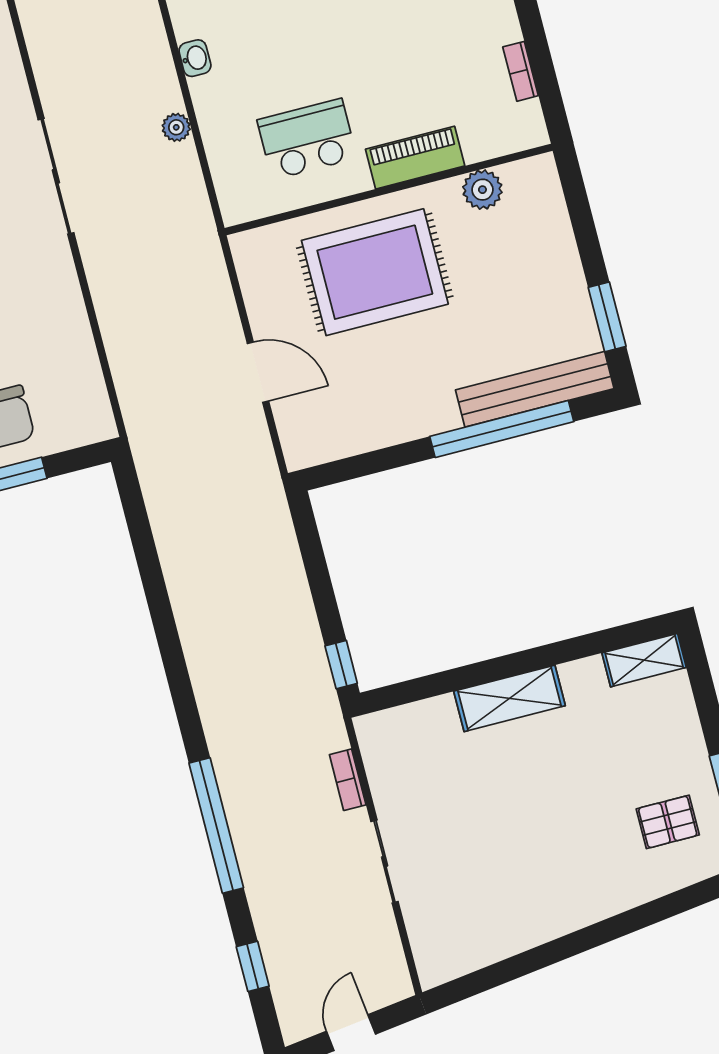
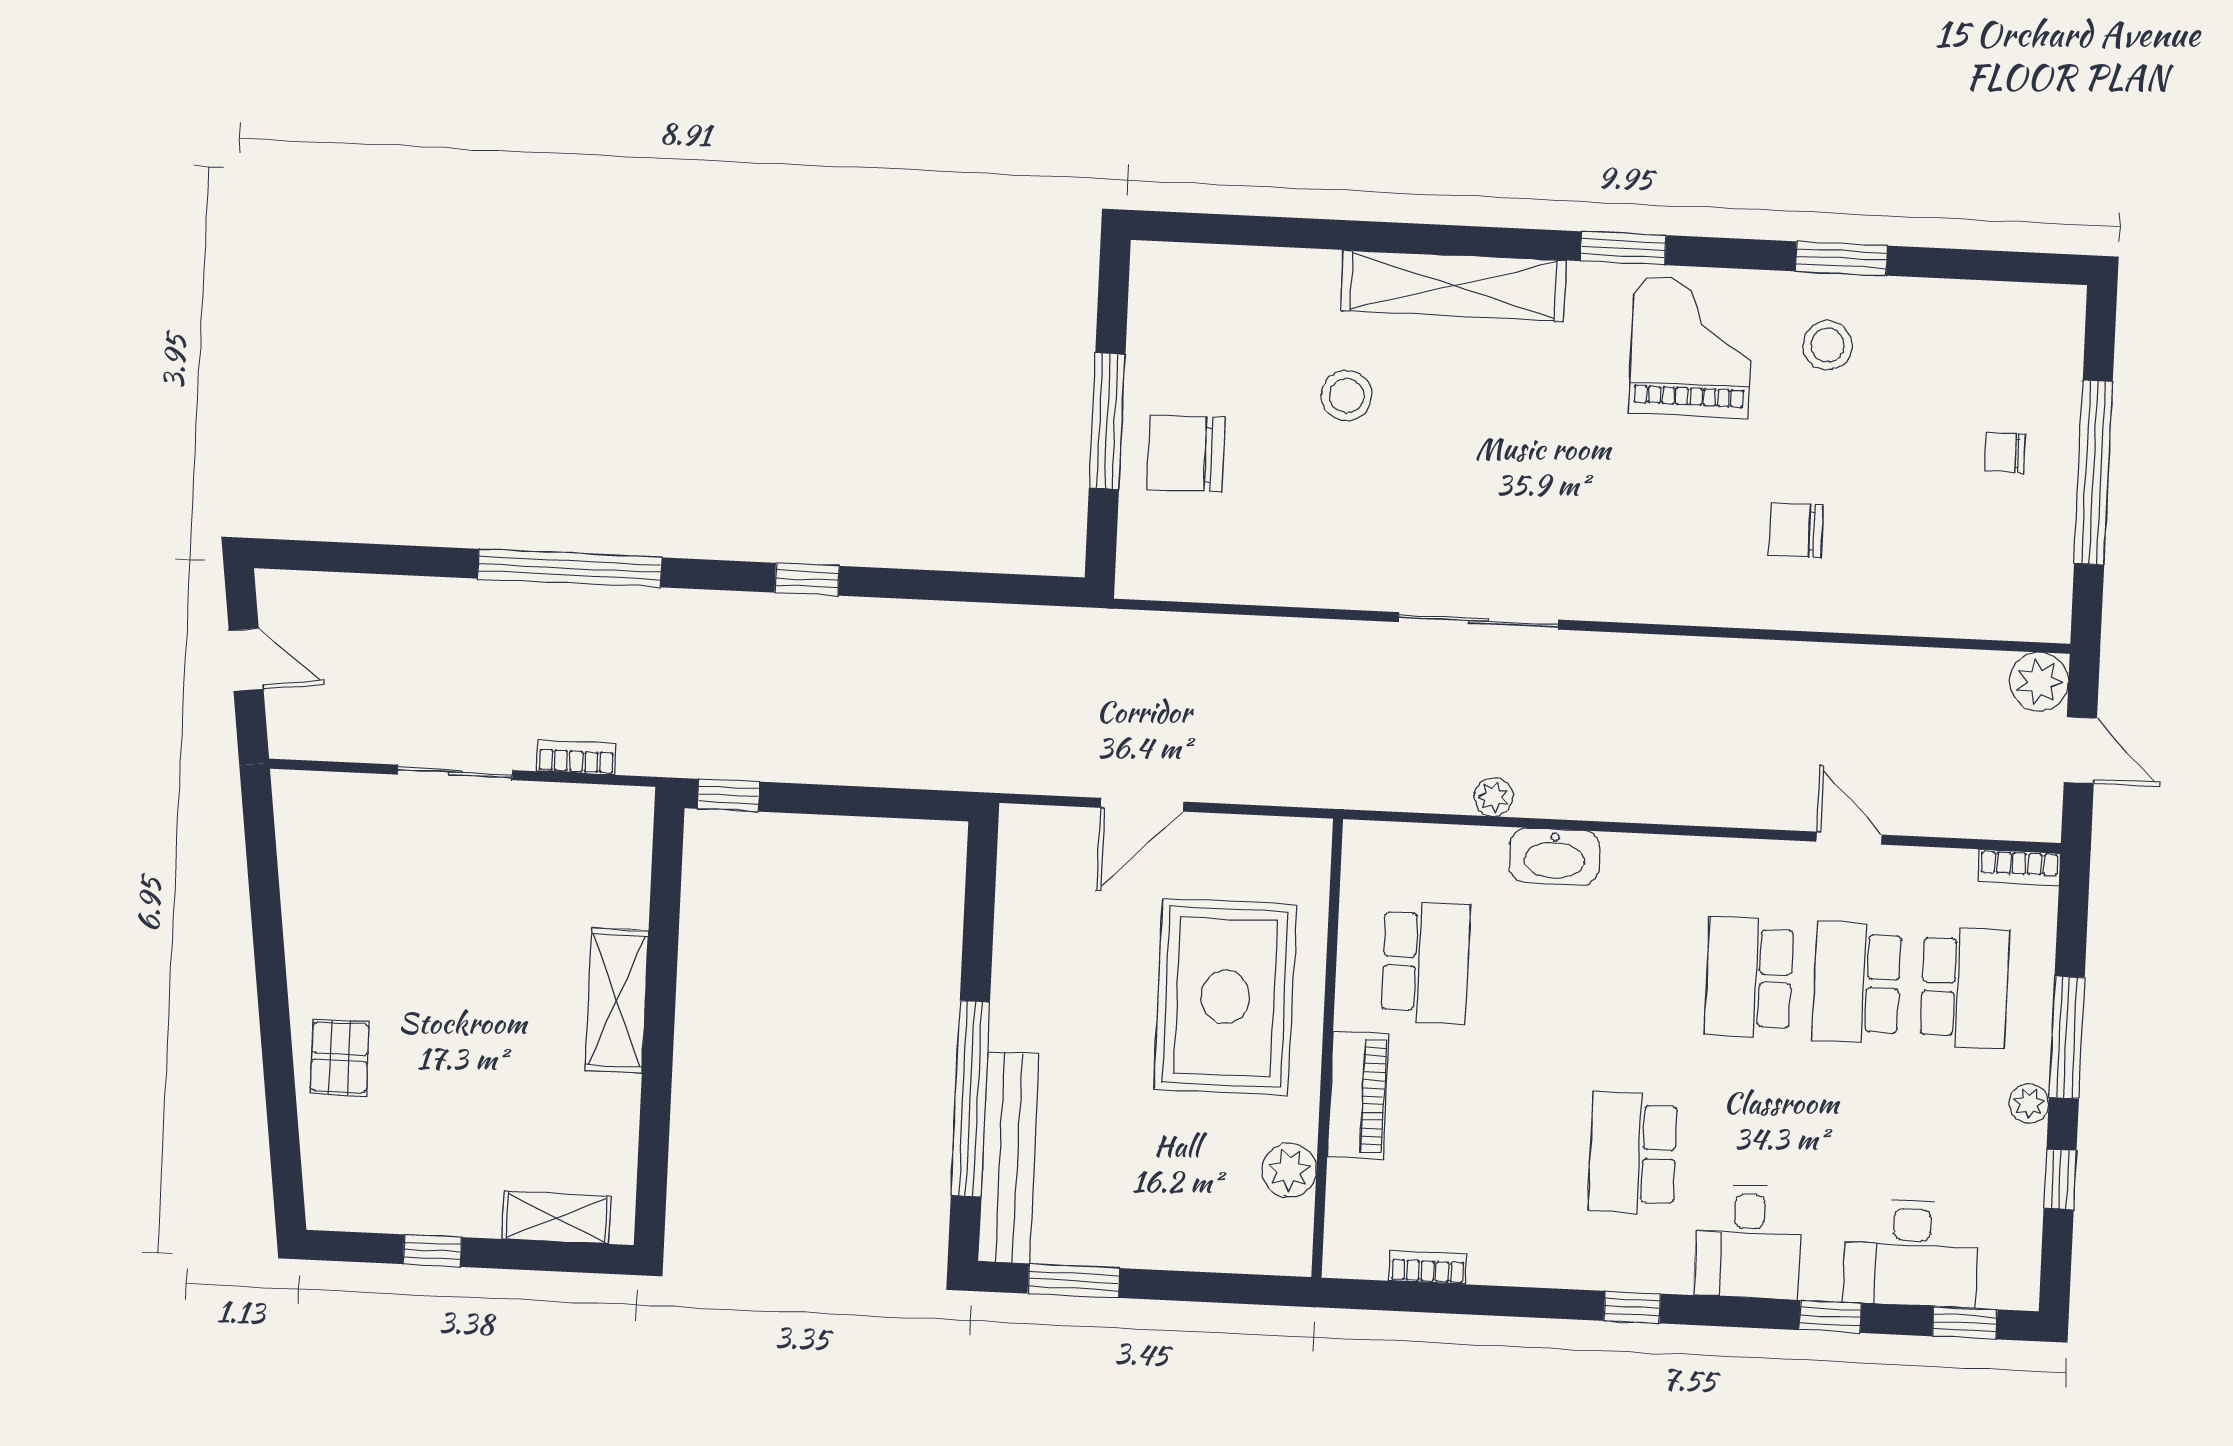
washbasin: (195, 58) -> (1554, 857), width x1.91, depth x1.45
shelving: (644, 660) -> (557, 1218), moved, turned 90
pallet: (668, 822) -> (340, 1057), moved
window: (253, 966) -> (807, 579), moved

